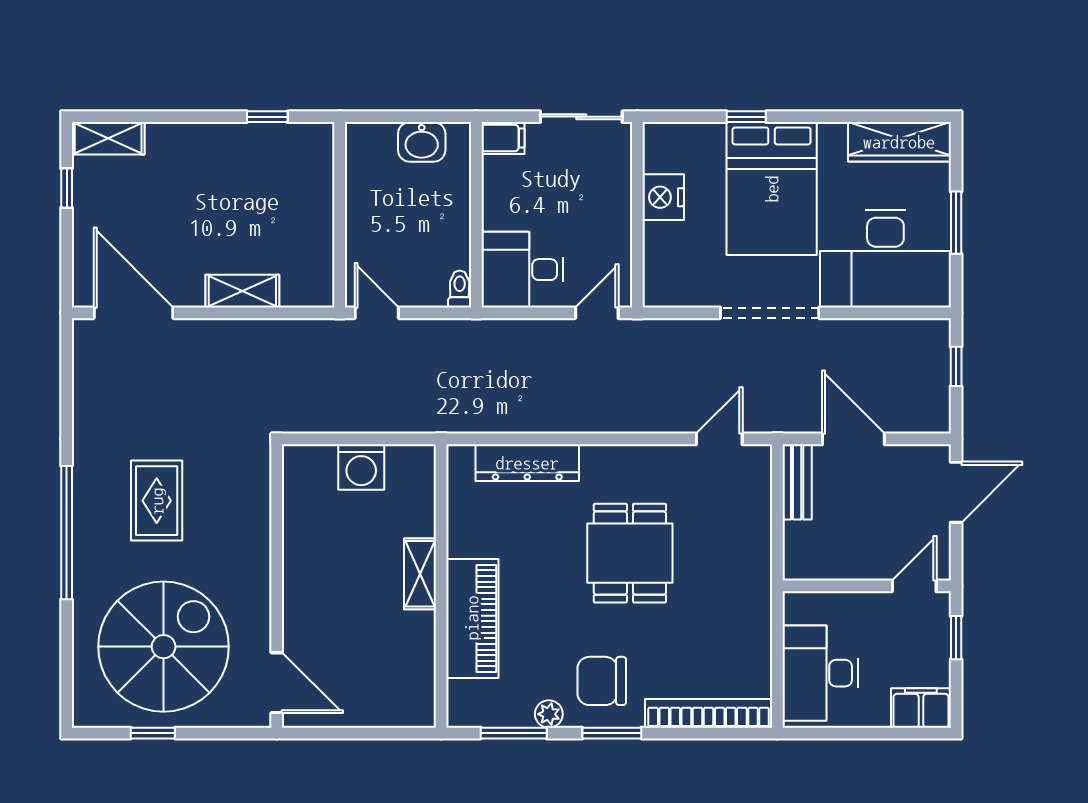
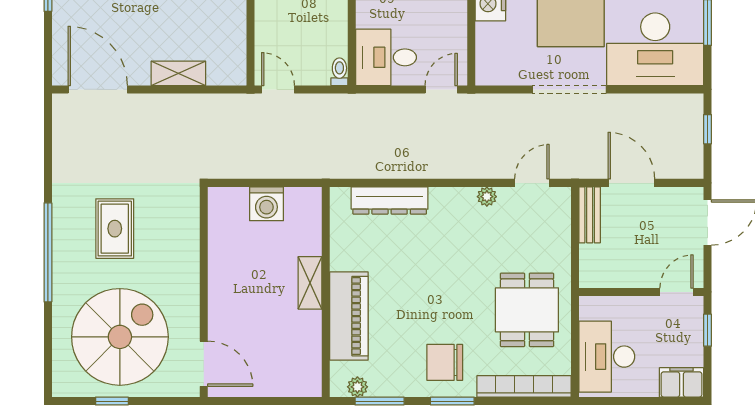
plant: (658, 457) -> (487, 197), added
dining table: (630, 553) -> (527, 310), moved
plant: (549, 714) -> (357, 387), moved

